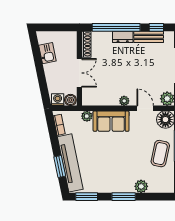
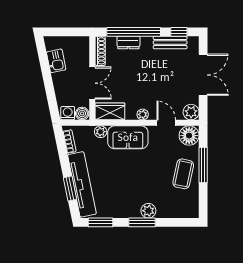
dresser: (123, 37) -> (128, 42), moved
wardrobe: (95, 98) -> (110, 111), added
plant: (141, 186) -> (148, 211), moved

